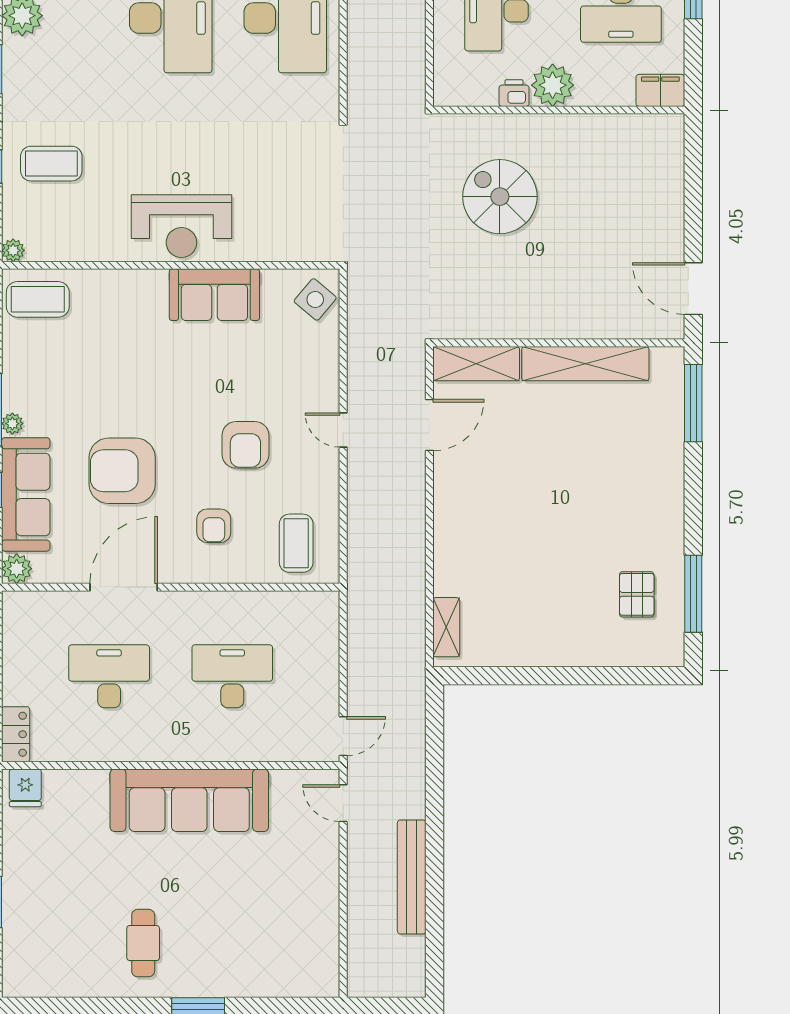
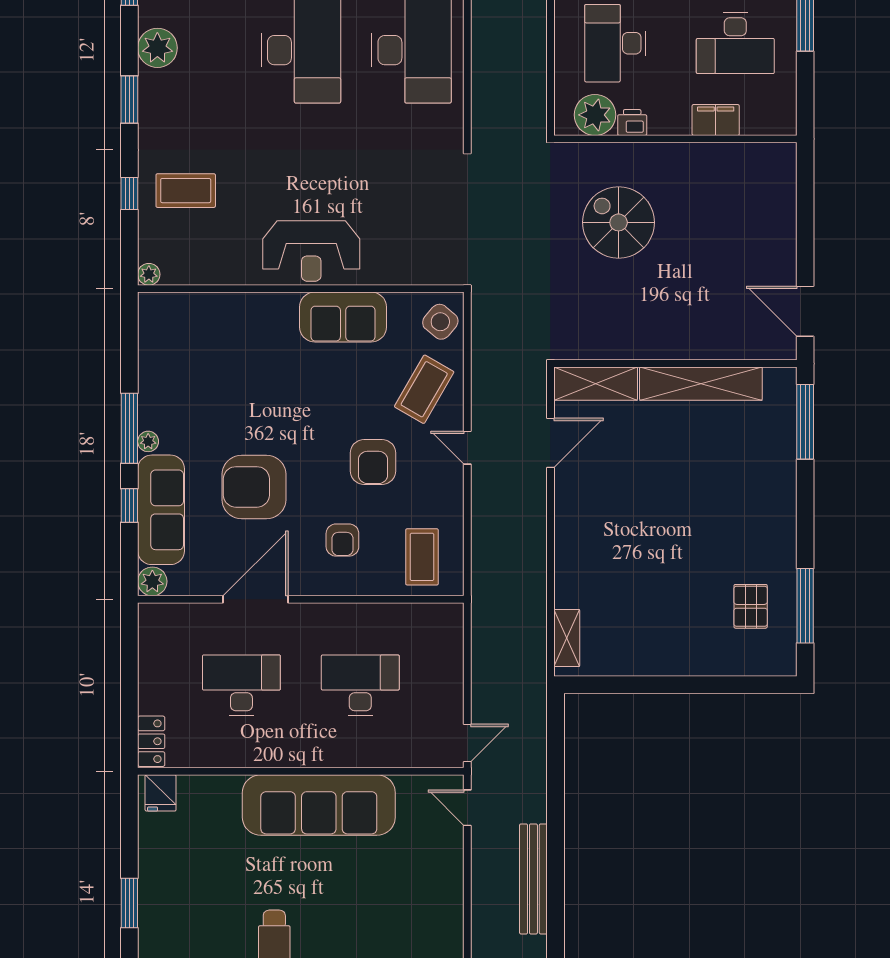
plant: (553, 85) -> (595, 115), moved
filing cabinet: (660, 90) -> (716, 120), moved
coffee table: (38, 299) -> (424, 389), moved, turned -60

